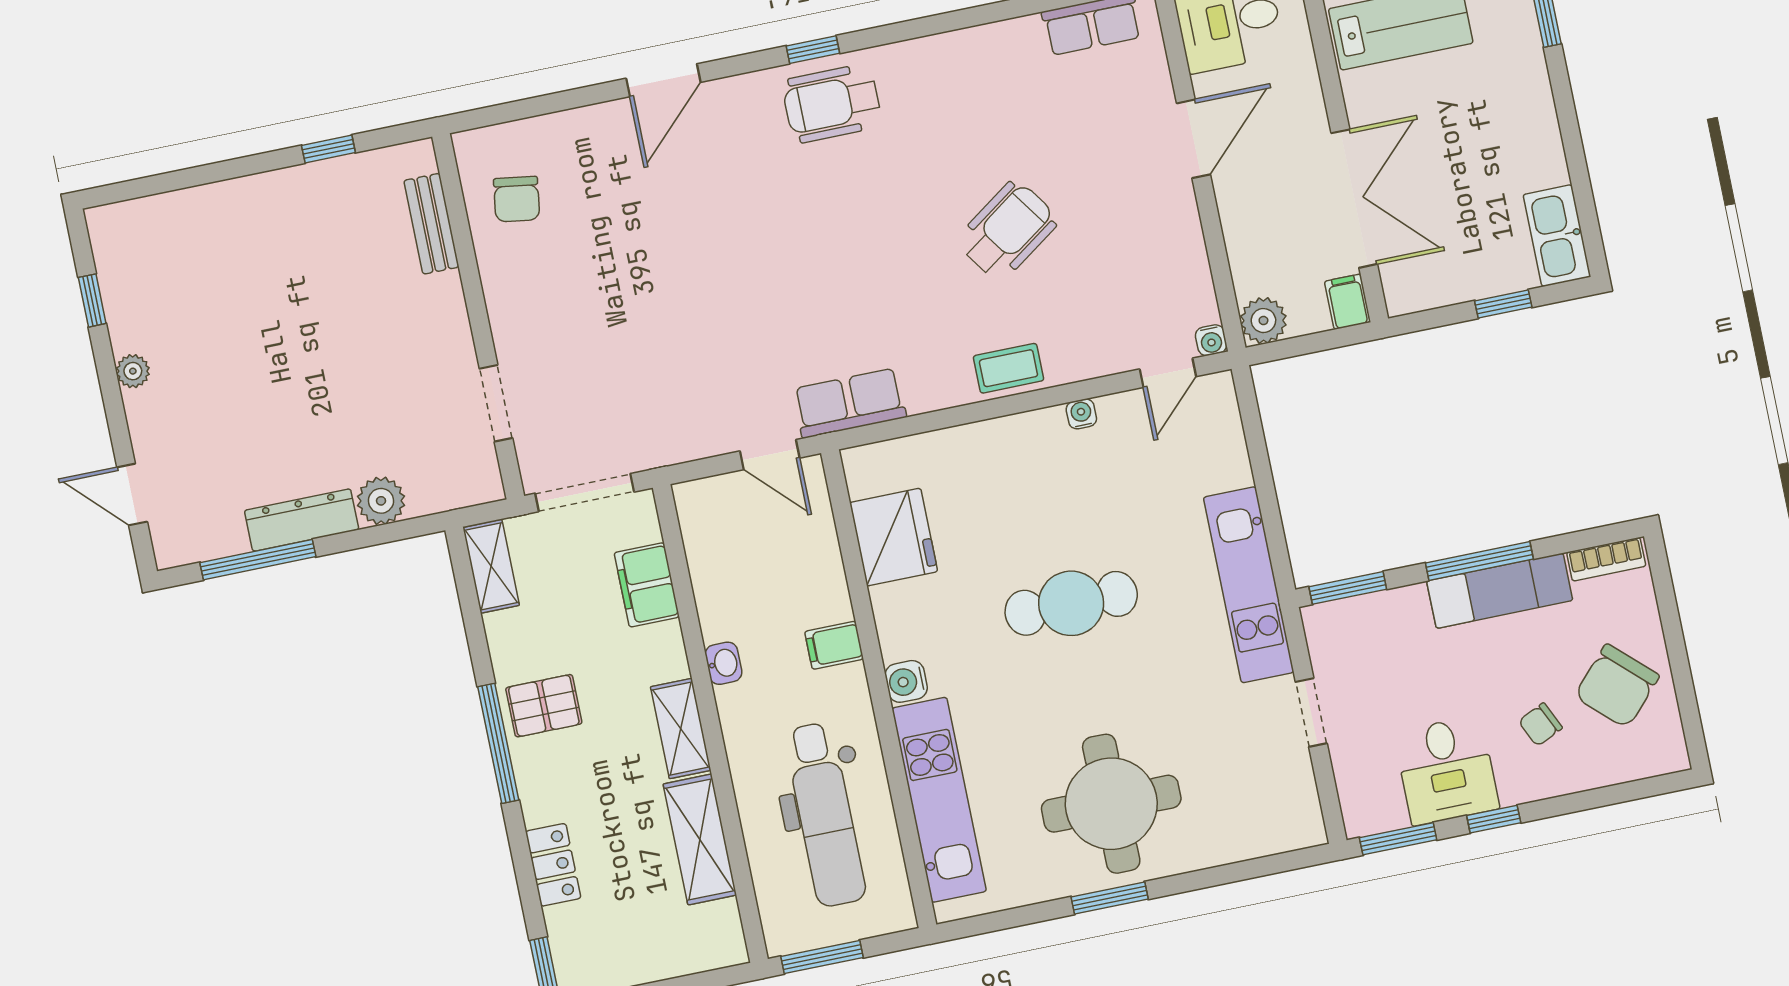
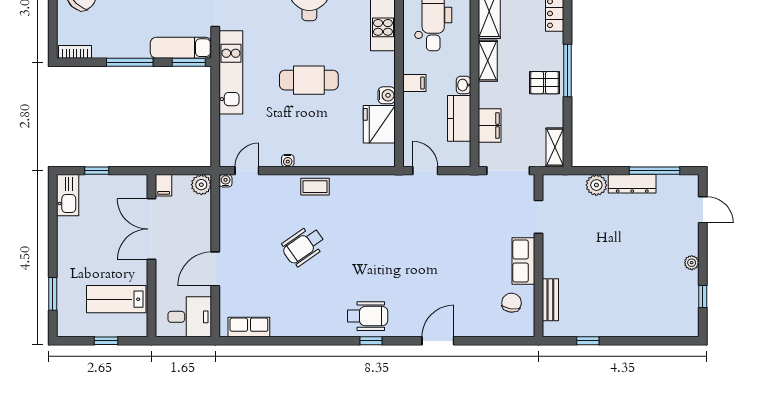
row of seats: (849, 403) -> (523, 261), moved, turned 90
kitchen counter: (718, 587) -> (459, 118), added
exam couch: (1500, 591) -> (181, 48), moved
water cooler: (906, 681) -> (387, 95), moved

